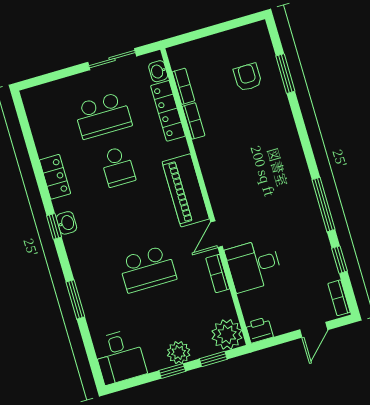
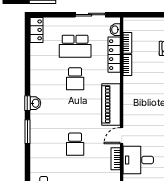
locker: (55, 177) -> (36, 30), moved
school desk: (147, 269) -> (75, 144), width x0.54
window: (75, 299) -> (27, 132), moved

